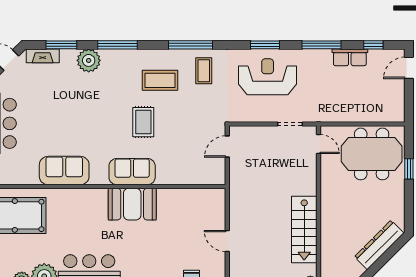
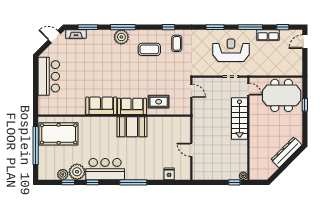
window: (190, 45) -> (168, 27), width x0.46
plant: (89, 60) -> (121, 37), moved
reception desk: (268, 77) -> (231, 50), moved
rug: (143, 122) -> (159, 102), moved, turned 90
door: (227, 147) -> (191, 91), swing flipped
sofa: (64, 171) -> (101, 106), moved
stairs: (304, 230) -> (240, 118), moved

